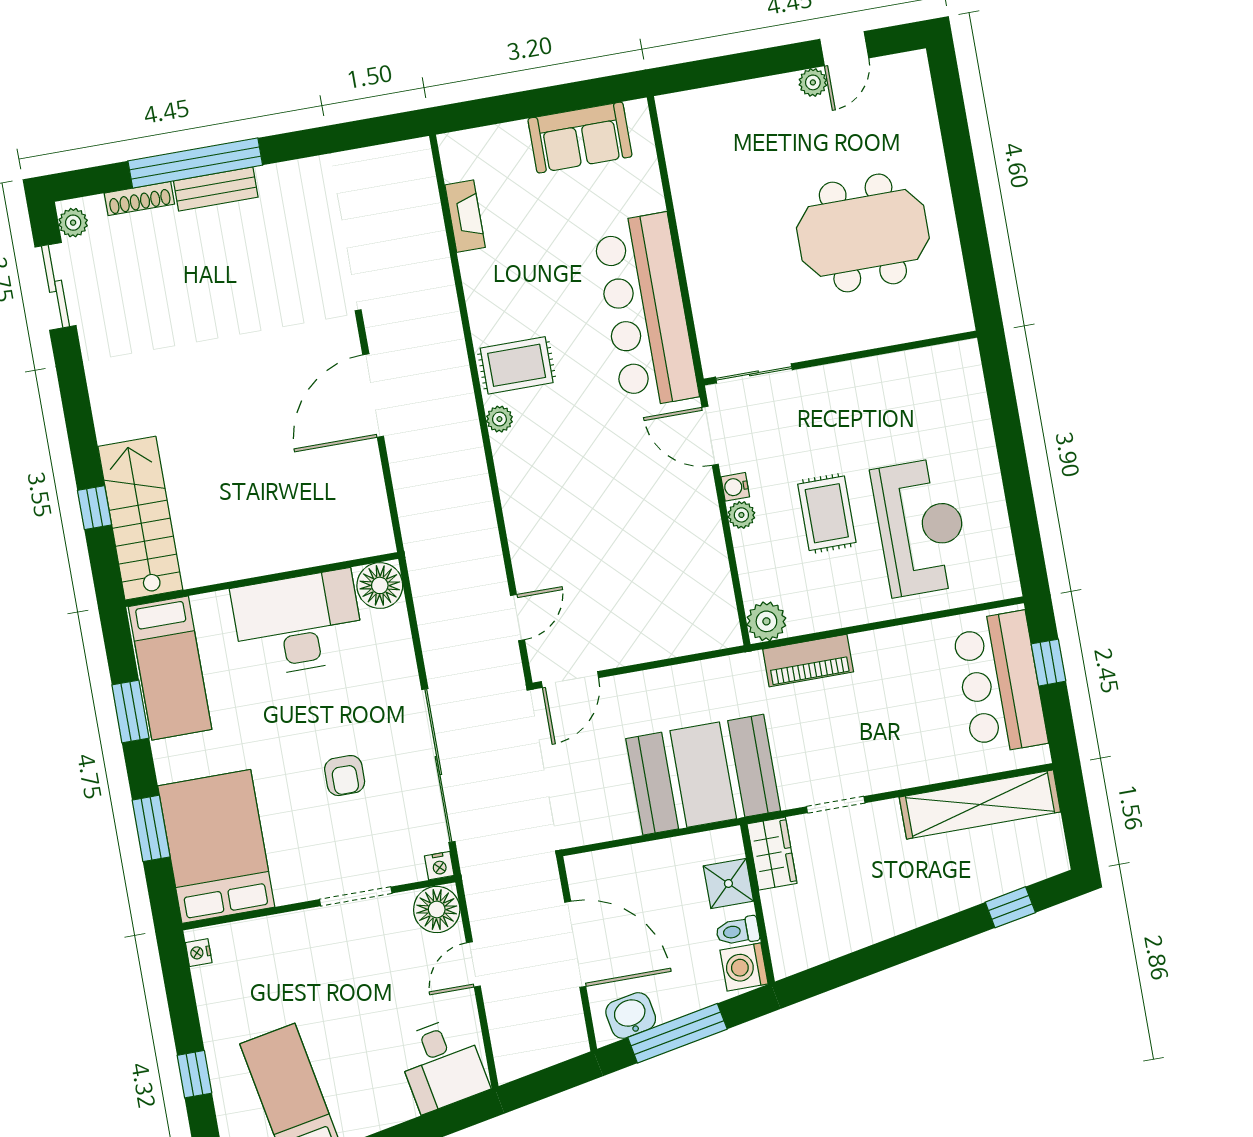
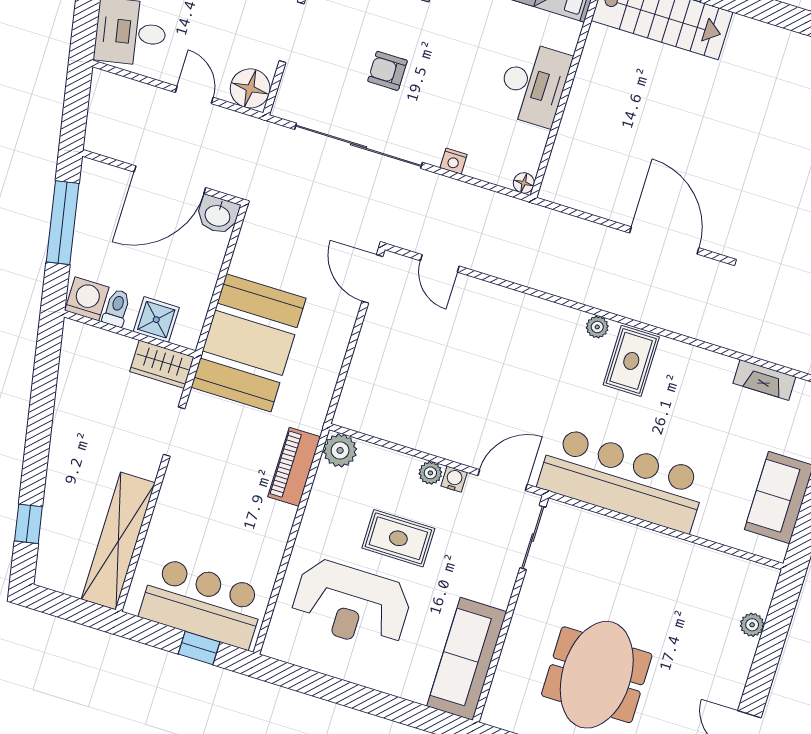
plant: (813, 82) -> (752, 625), moved
sofa: (916, 377) -> (467, 659), added
floor lamp: (380, 585) -> (524, 183), width x0.53, depth x0.53
desk: (298, 623) -> (534, 84), width x0.73, depth x0.77
nightstand: (439, 866) -> (454, 161), moved, turned -90
washbasin: (631, 1016) -> (218, 215), moved, turned 101

